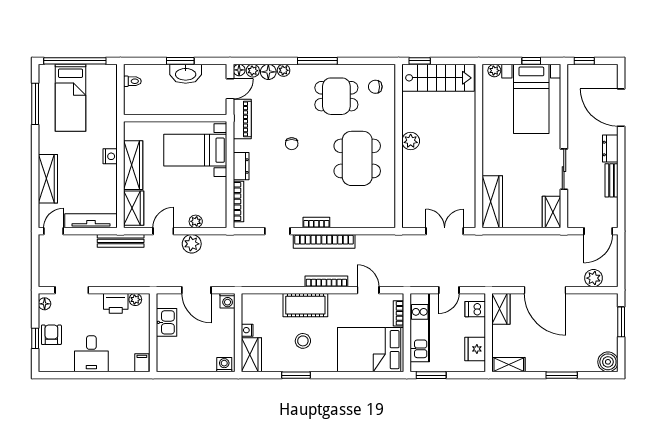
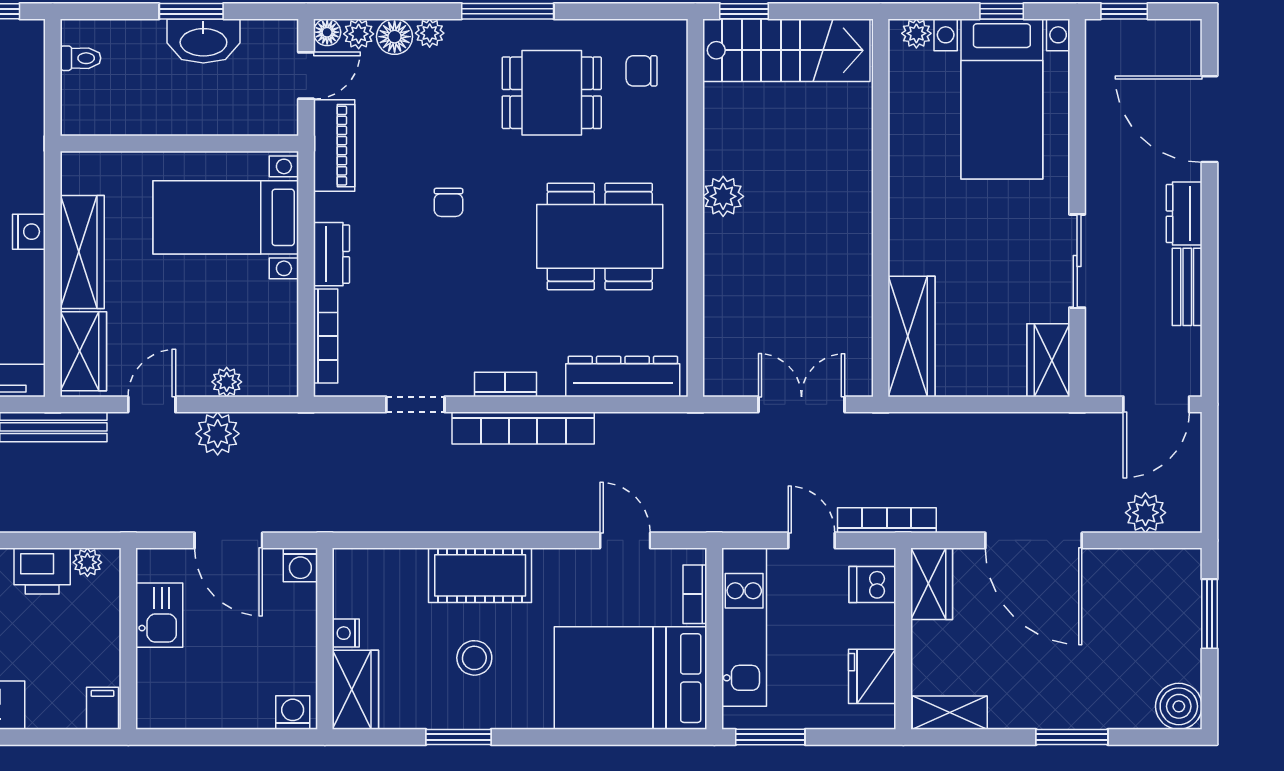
dining table: (357, 158) -> (600, 236), turned 90
dresser: (367, 219) -> (623, 376), added
bookcase: (326, 281) -> (887, 520), moved
door: (449, 290) -> (812, 540), swing flipped

